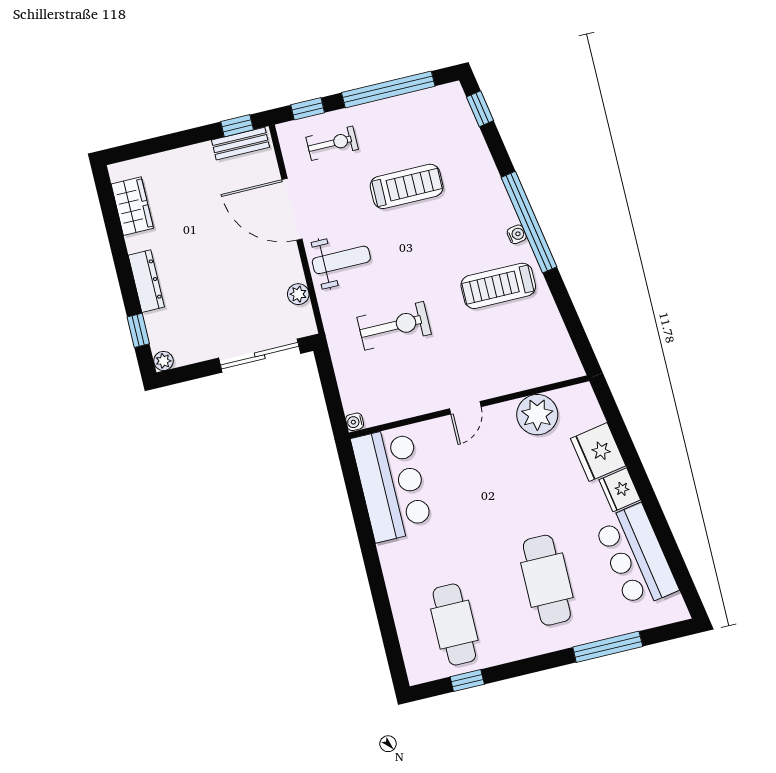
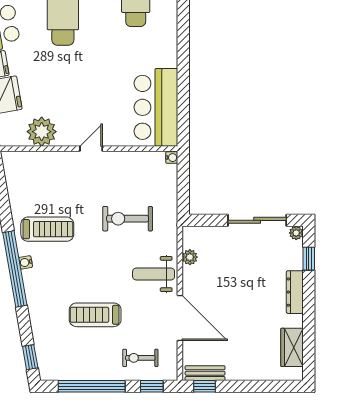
sliding door: (260, 356) -> (257, 220), moved

